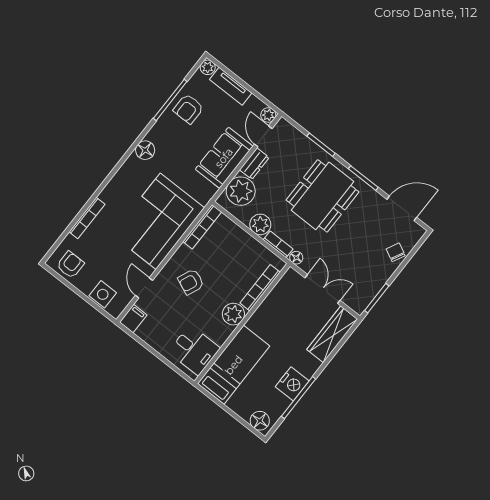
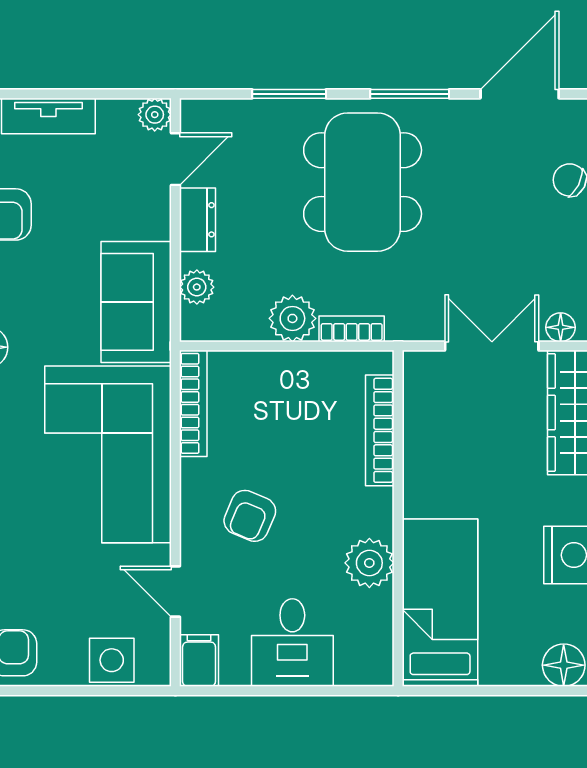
door: (263, 136) -> (175, 159), swing flipped
sofa: (224, 158) -> (136, 302), moved
plant: (241, 191) -> (197, 287), width x0.53, depth x0.53
floor lamp: (296, 258) -> (561, 327), moved
plant: (233, 314) -> (369, 563), moved
desk: (194, 350) -> (292, 643), moved, turned 90

